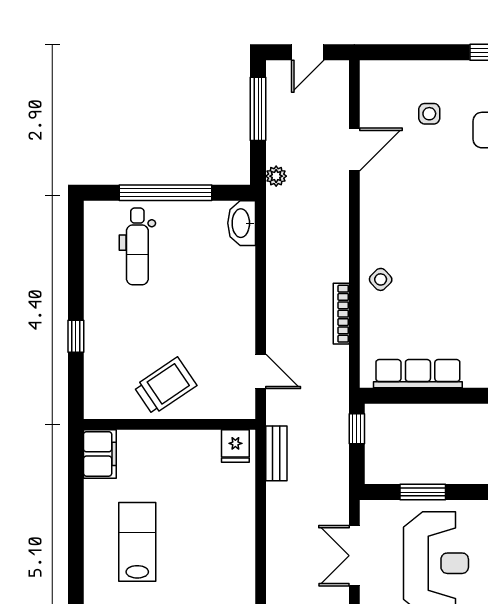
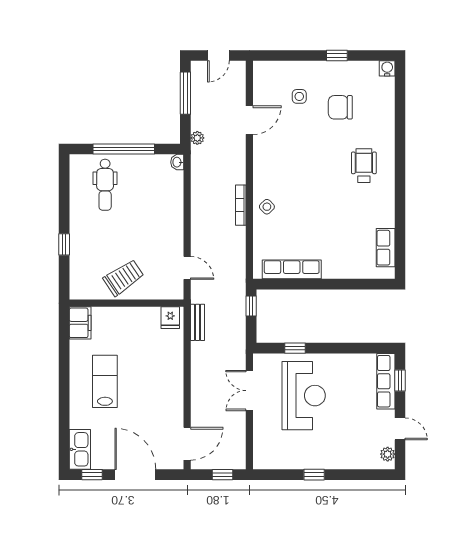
washbasin: (242, 223) -> (177, 162), width x0.52, depth x0.69
bookcase: (341, 314) -> (241, 205), moved
window: (423, 492) -> (295, 348), width x0.67

